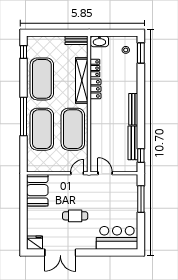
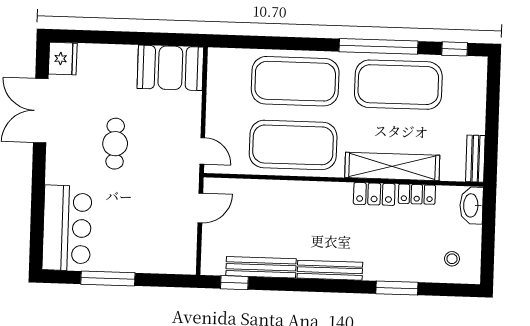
window: (141, 53) -> (397, 288), moved
window: (24, 117) -> (379, 46), moved
window: (141, 199) -> (108, 278), moved

